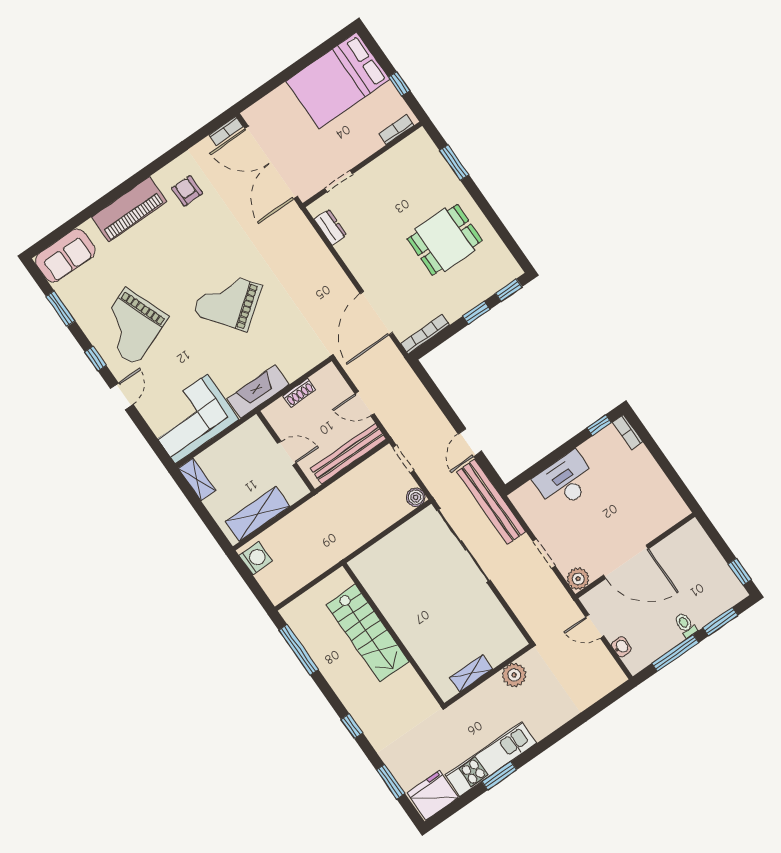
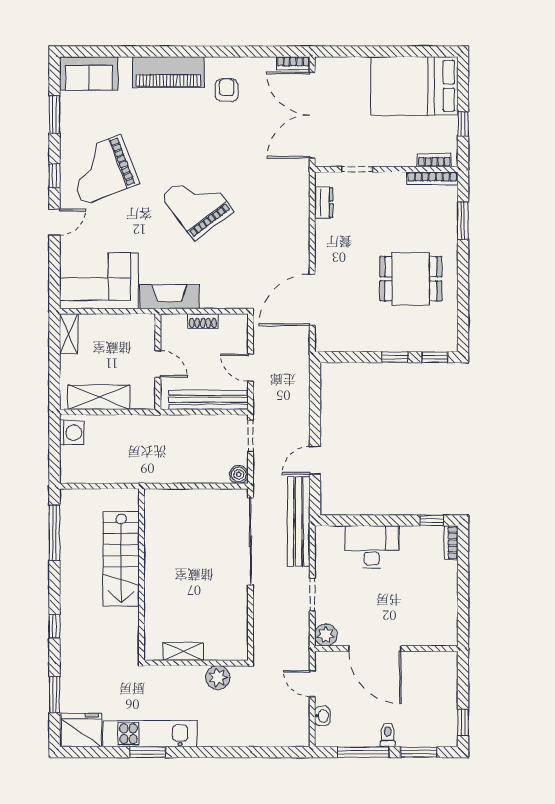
bookcase: (425, 334) -> (432, 178), moved, turned 180

